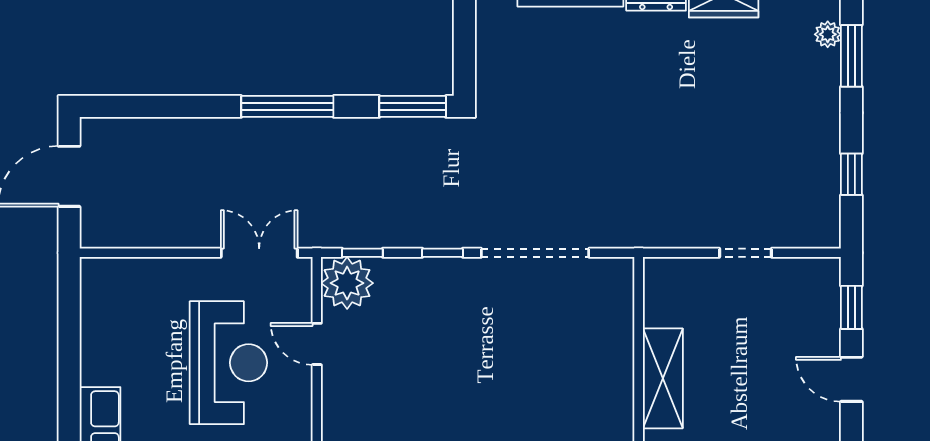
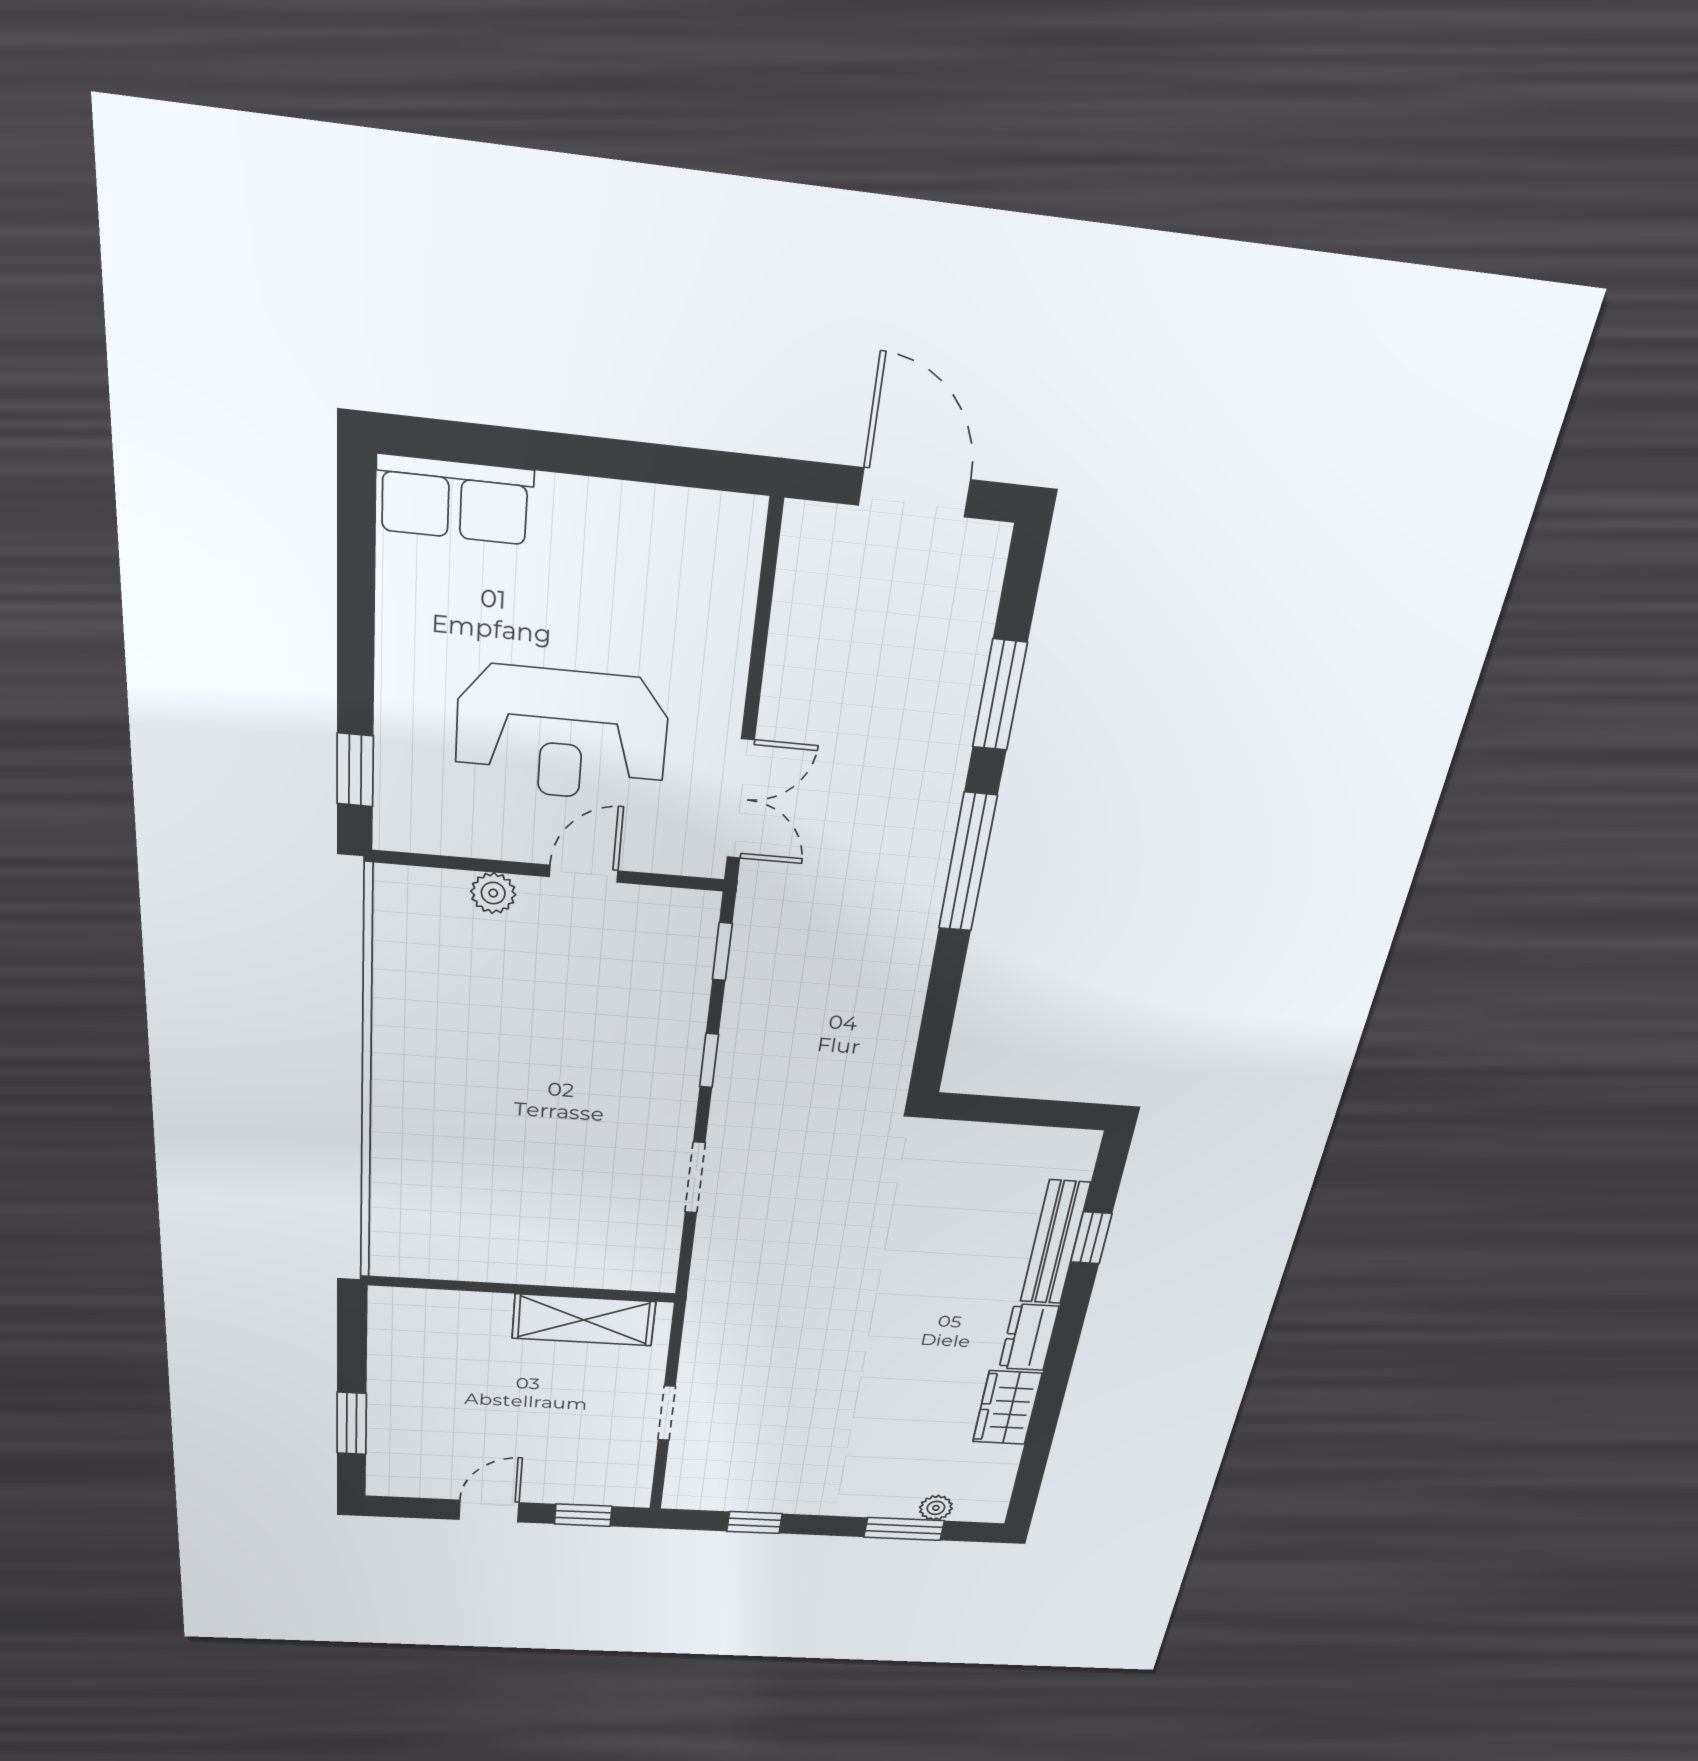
window: (413, 106) -> (1000, 695), moved
doorway: (535, 253) -> (695, 1178), width x0.53
plant: (347, 283) -> (493, 893), moved, width x0.53, depth x0.53
shelving: (663, 378) -> (584, 1320), moved

